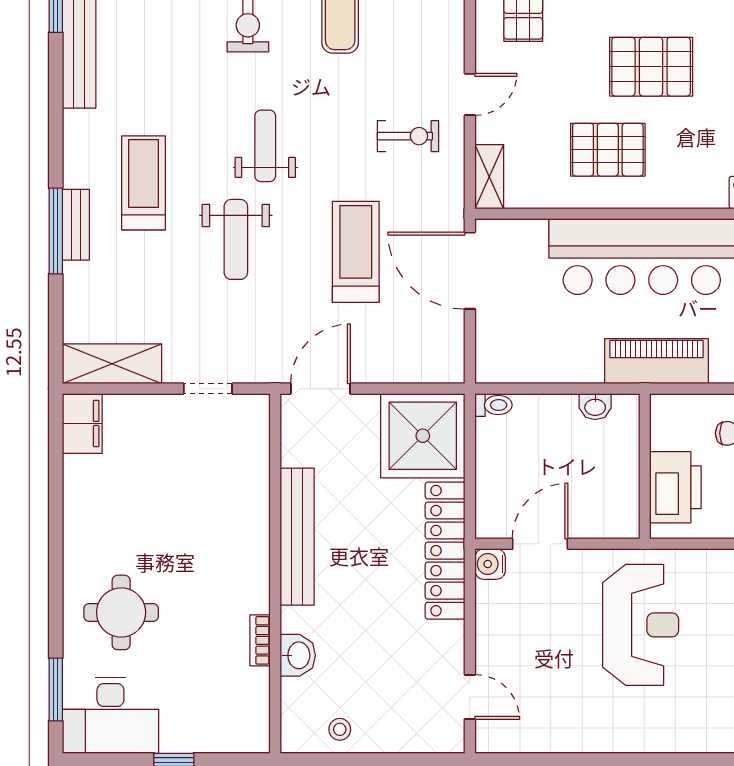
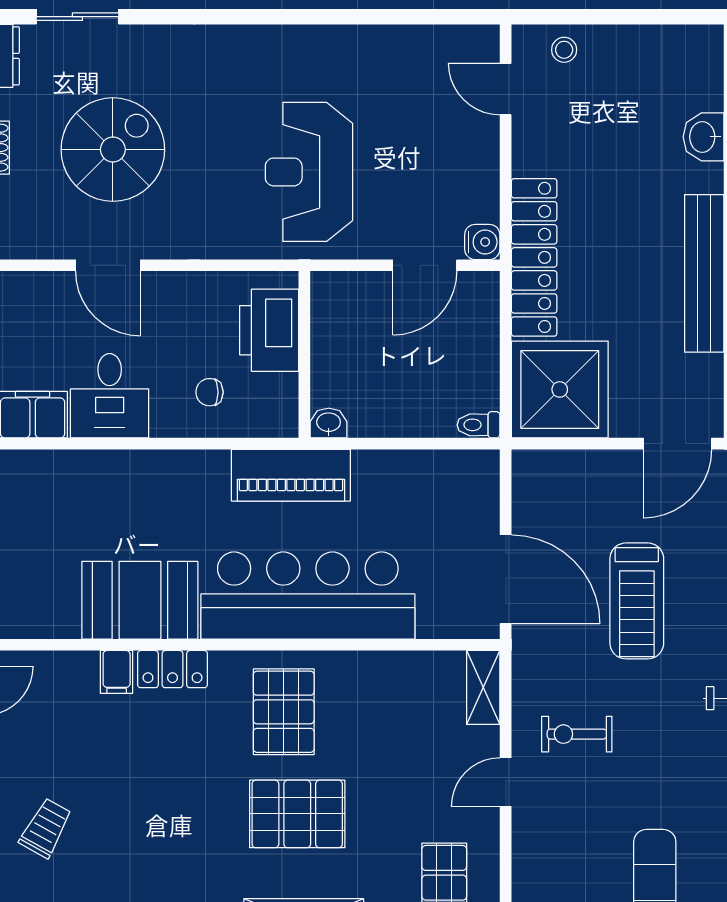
pallet: (608, 150) -> (284, 712), moved, turned 90
washbasin: (595, 407) -> (329, 423), moved
stool: (340, 729) -> (564, 50), moved

